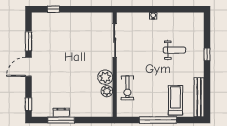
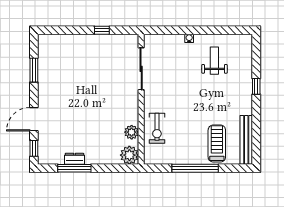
window: (53, 9) -> (102, 30), moved
weight bench: (174, 50) -> (214, 61), moved, turned -90
door: (28, 67) -> (34, 119), moved
plant: (105, 77) -> (129, 155), moved

